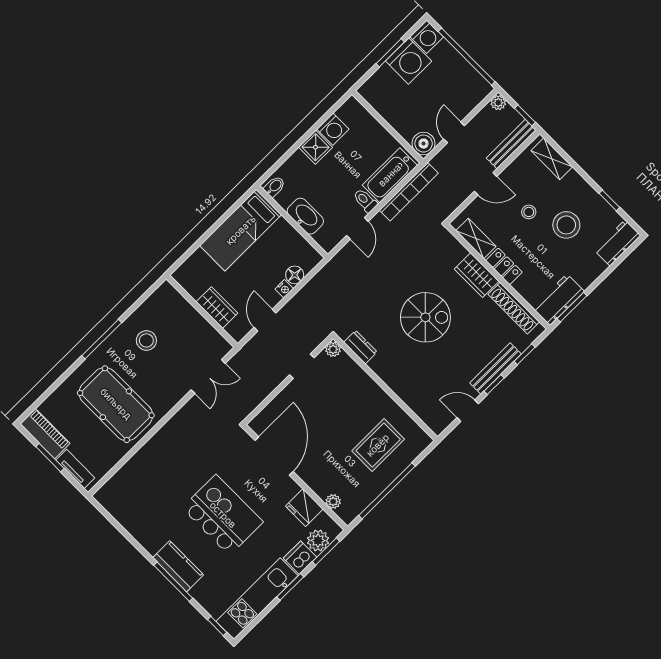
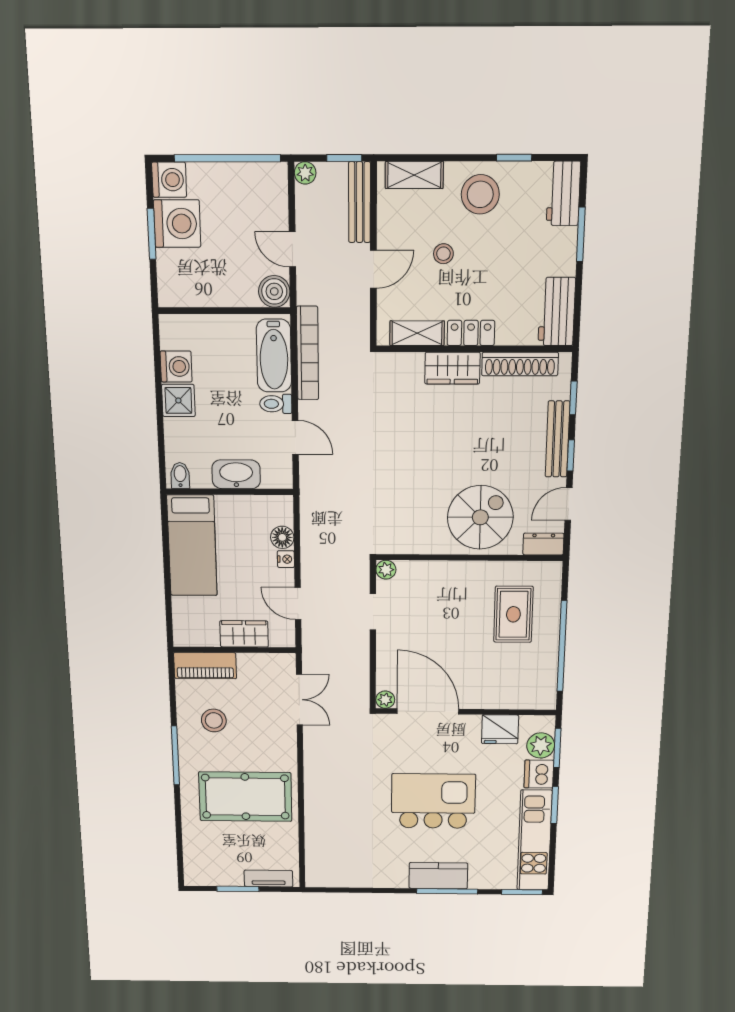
stool: (566, 225) -> (480, 194), moved
window: (572, 307) -> (581, 234), moved
spiral stairs: (425, 317) -> (480, 517), moved
dresser: (360, 347) -> (543, 544), moved
piano: (45, 434) -> (205, 666), moved, turned 180
plant: (333, 502) -> (385, 700), moved
window: (217, 626) -> (522, 892), width x1.50

